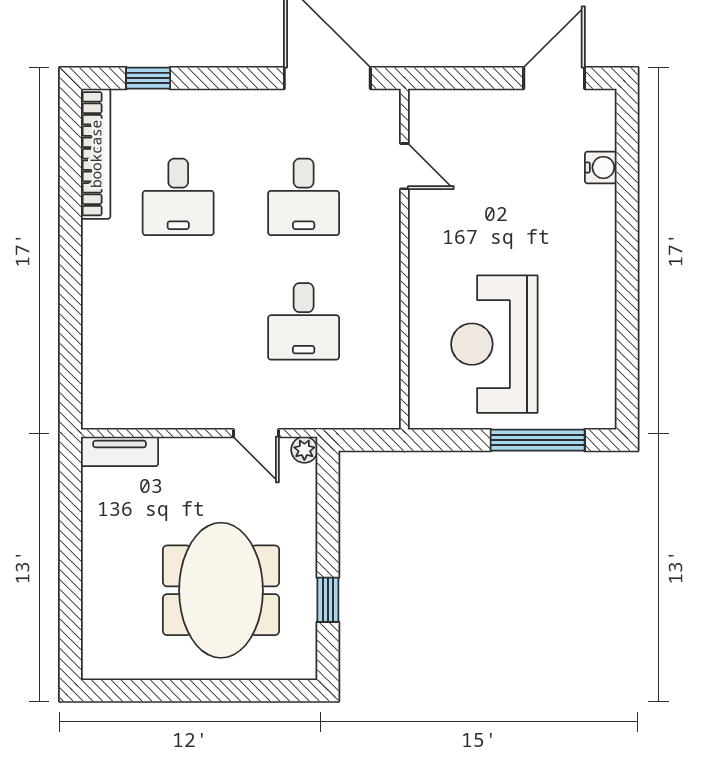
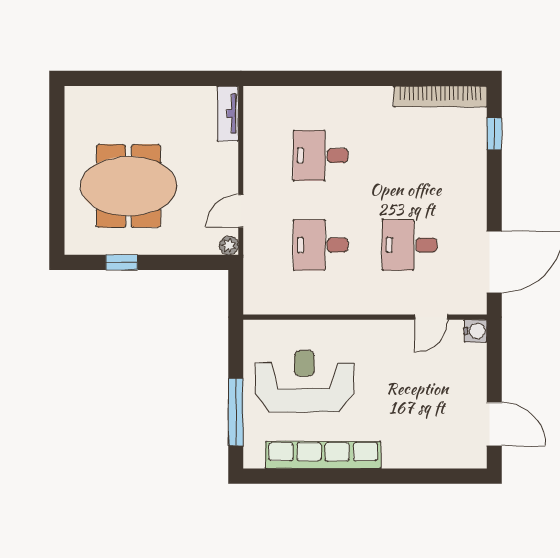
water cooler: (601, 167) -> (475, 331), moved, turned -90
desk: (178, 197) -> (321, 155), moved
row of seats: (598, 318) -> (323, 455), added

